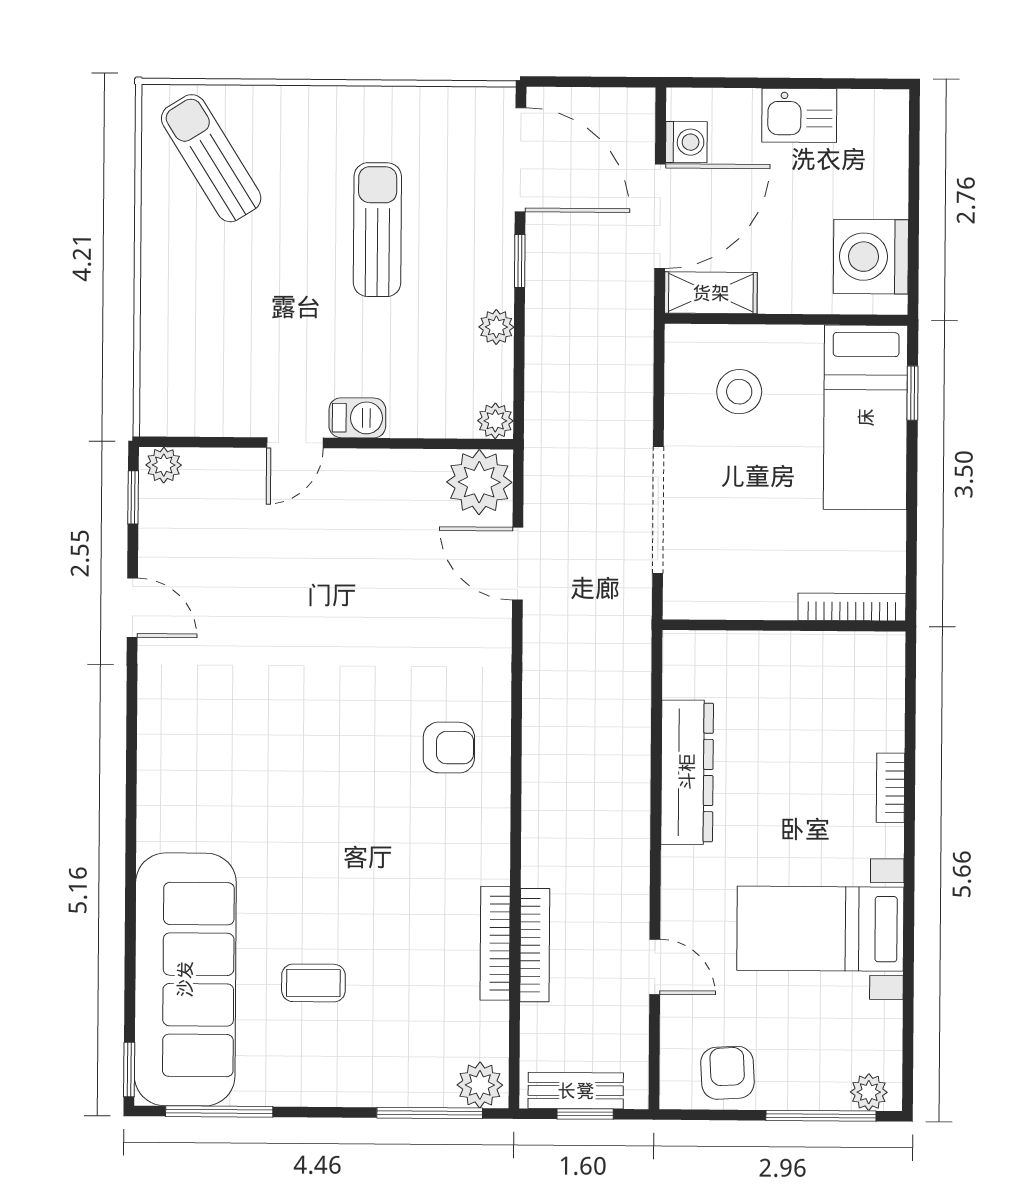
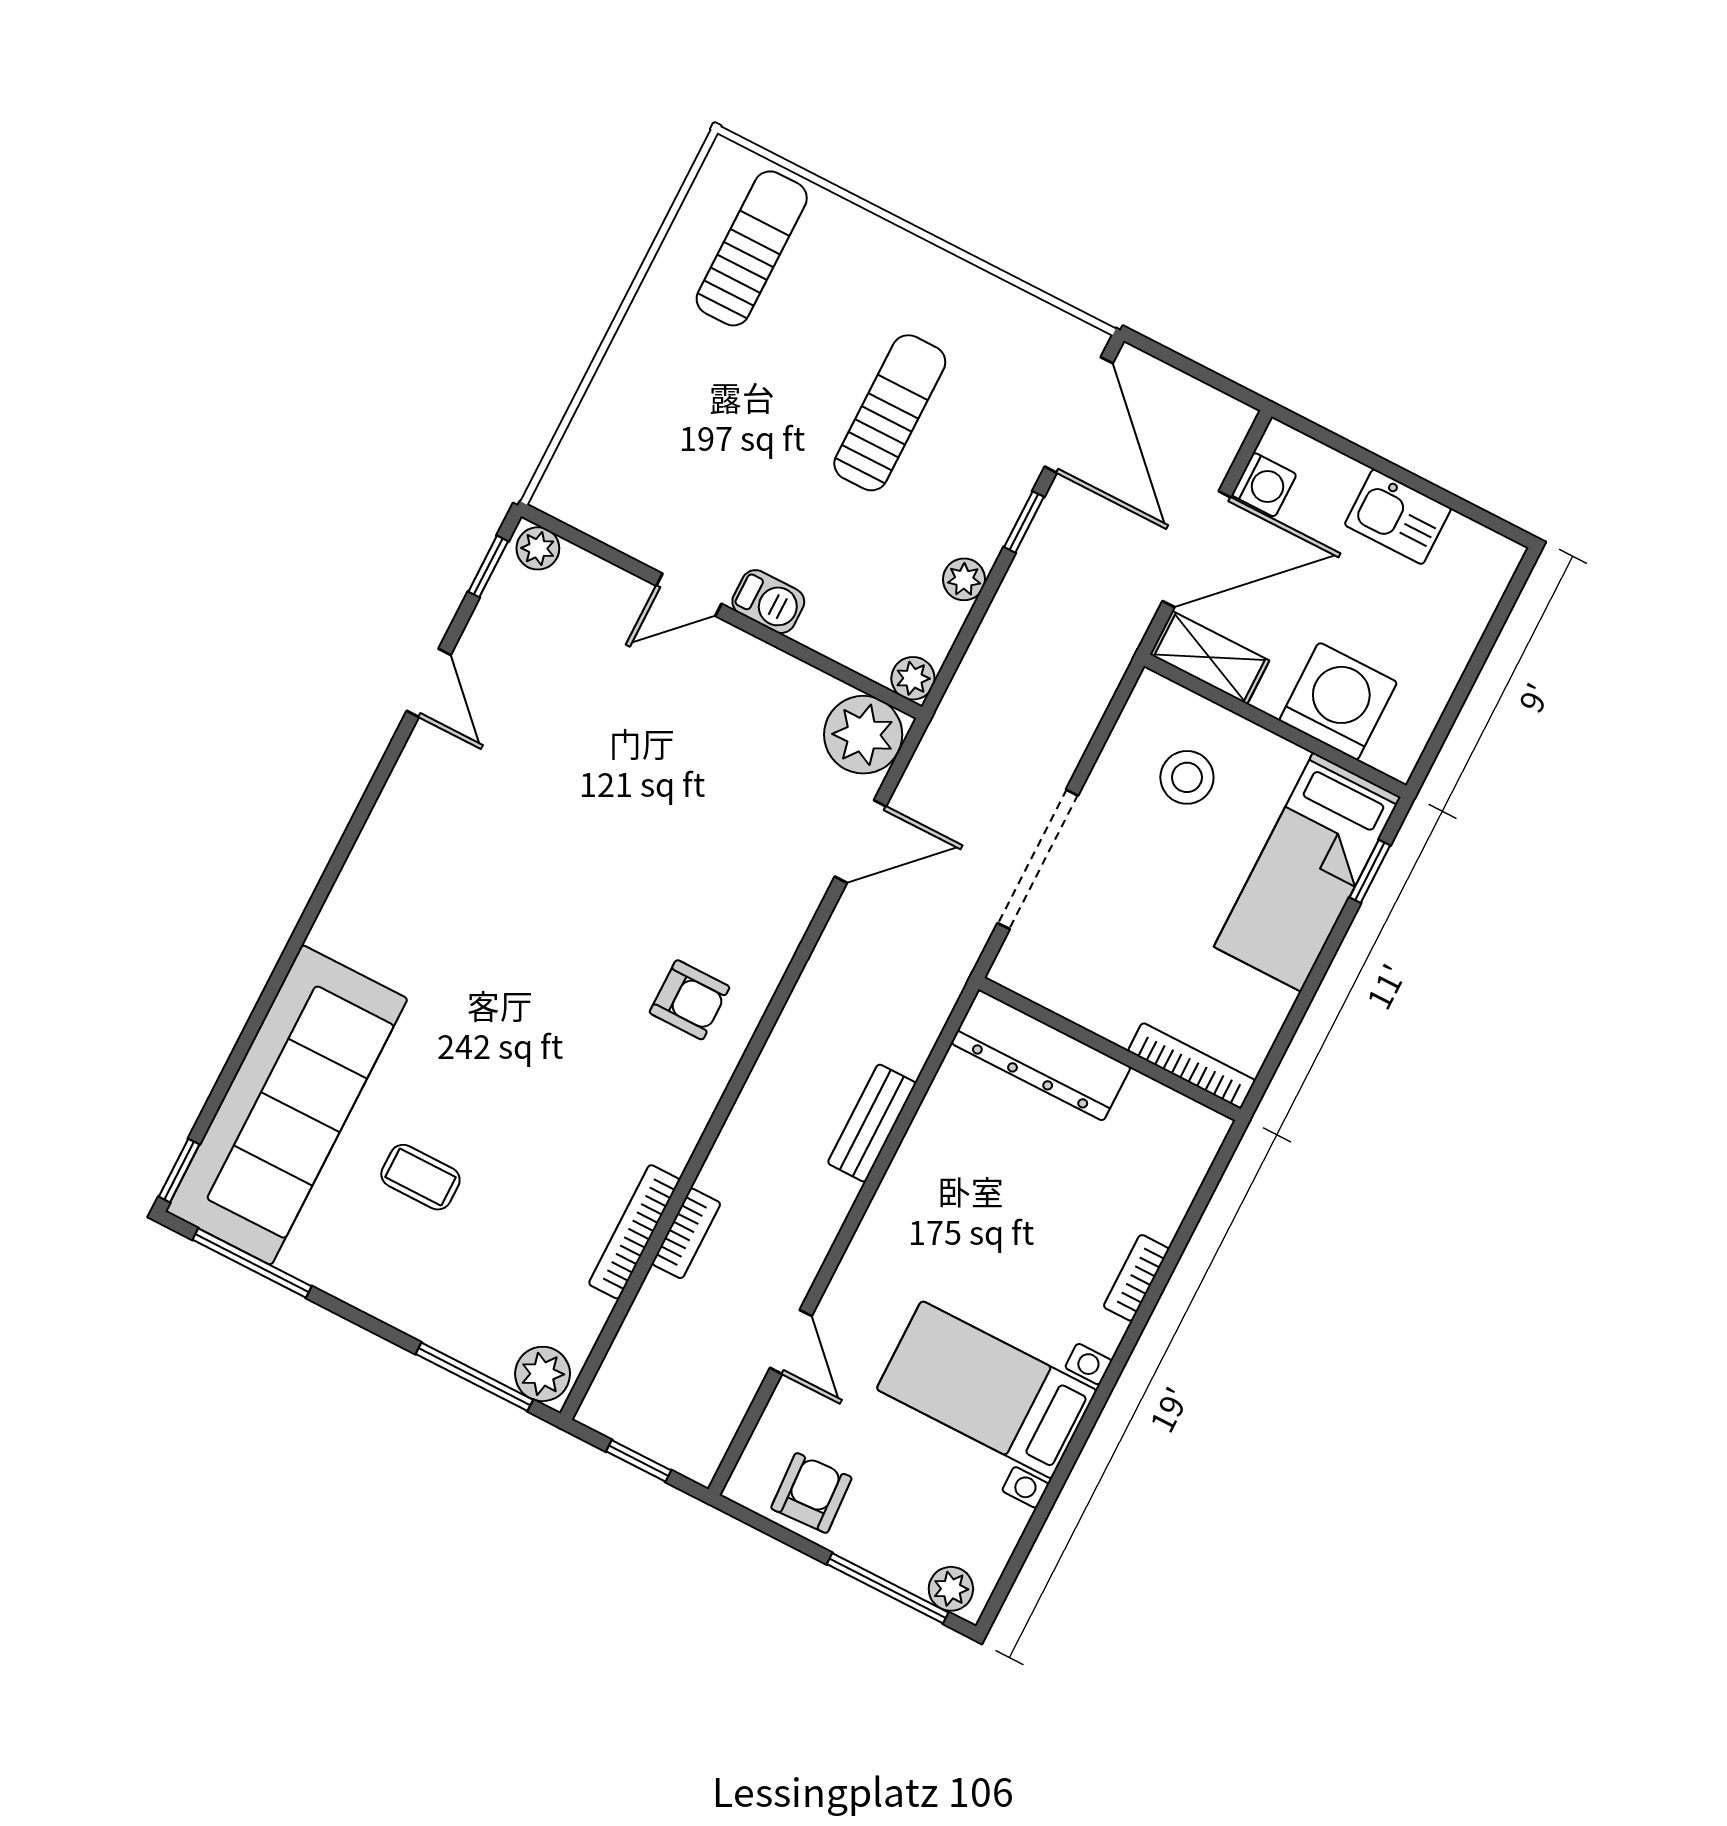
sun lounger: (211, 158) -> (752, 248), turned 32
washing machine: (871, 257) -> (1338, 701), moved, turned 90
door: (518, 564) -> (860, 842), swing flipped
dresser: (687, 772) -> (1041, 1055), moved, turned 90
bookcase: (535, 945) -> (686, 1233), width x0.64
bench: (576, 1091) -> (872, 1123), moved, turned 90

